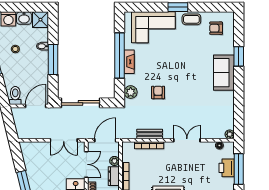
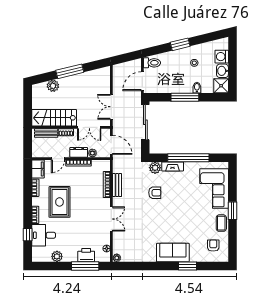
fireplace: (129, 62) -> (173, 166), moved
door: (36, 106) -> (142, 81), swing flipped

